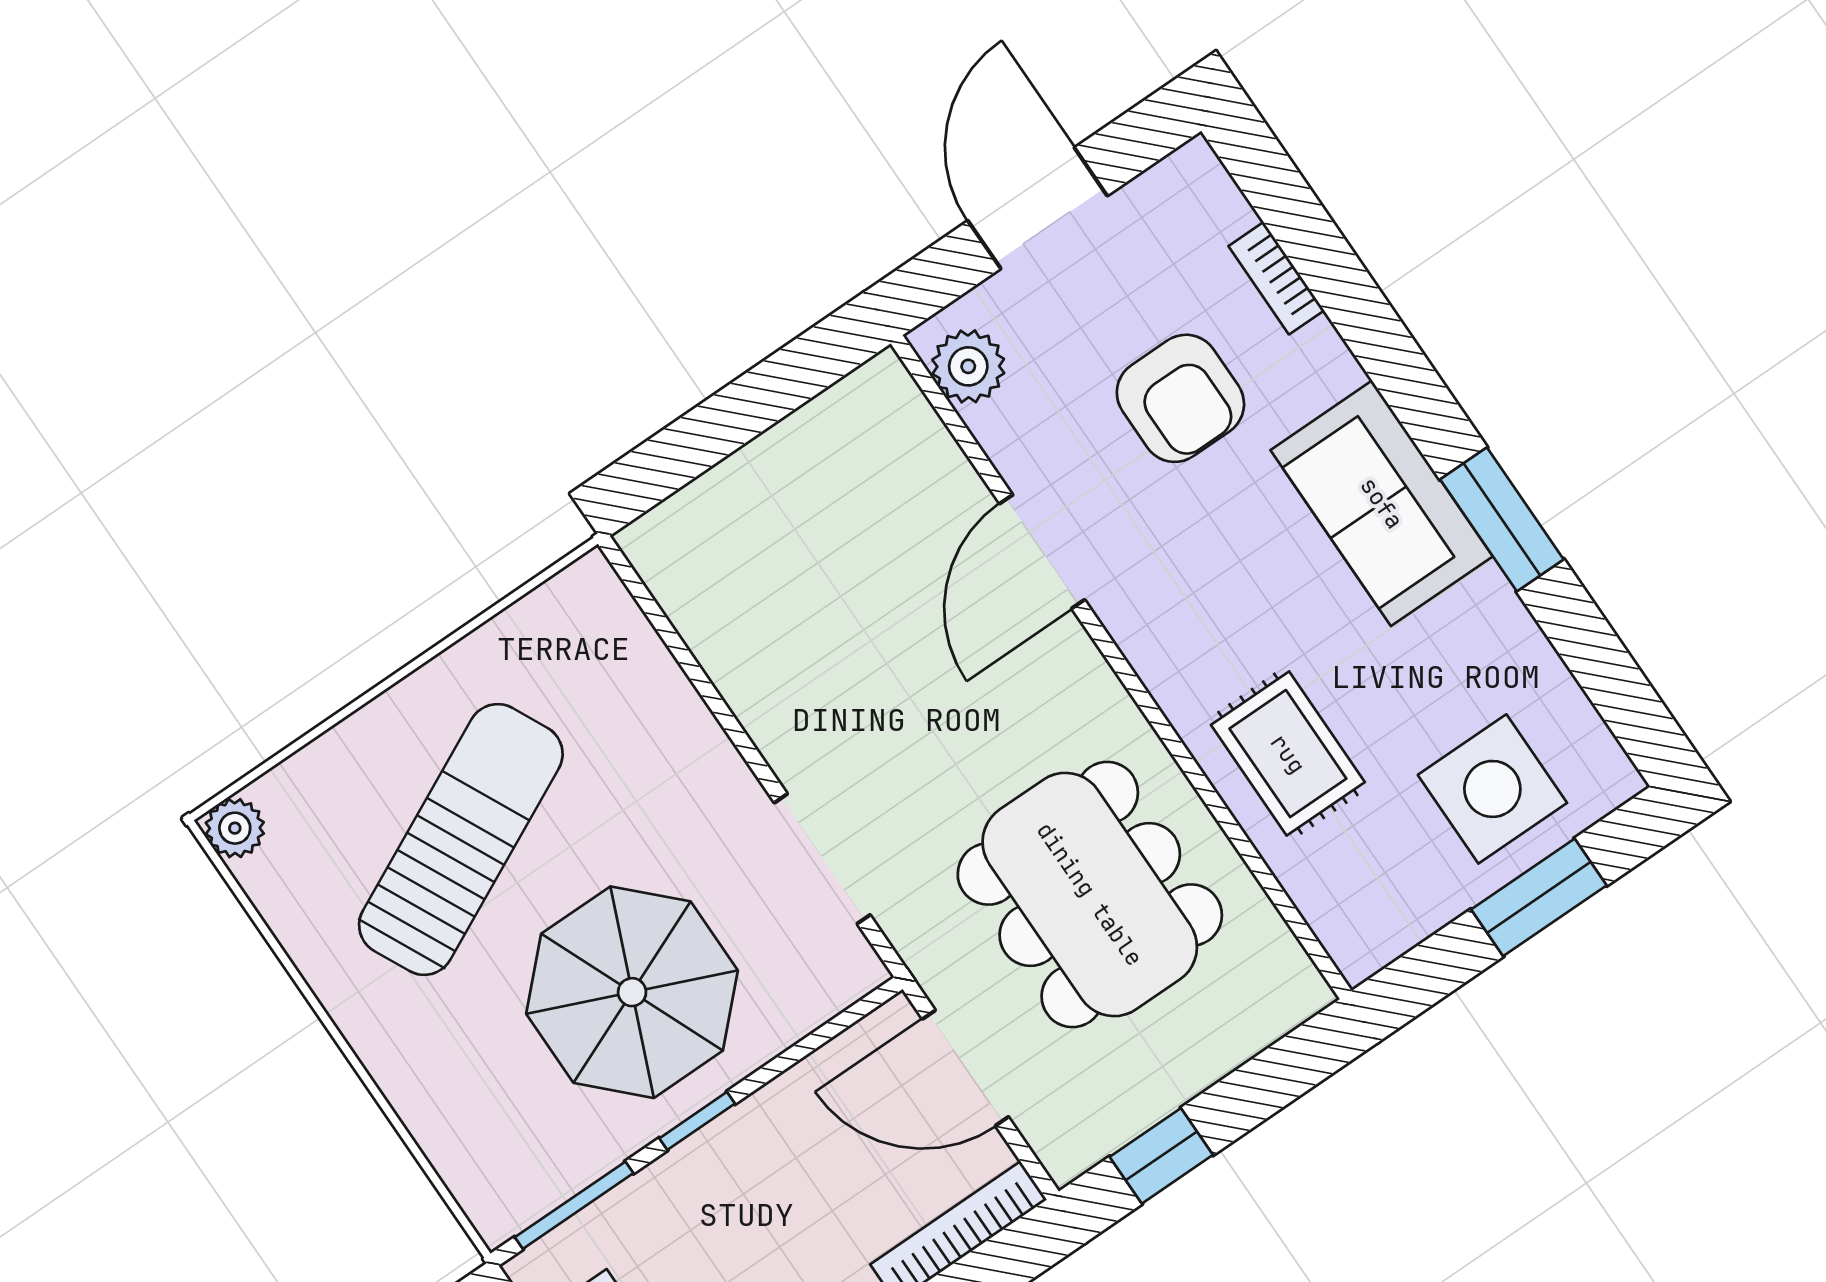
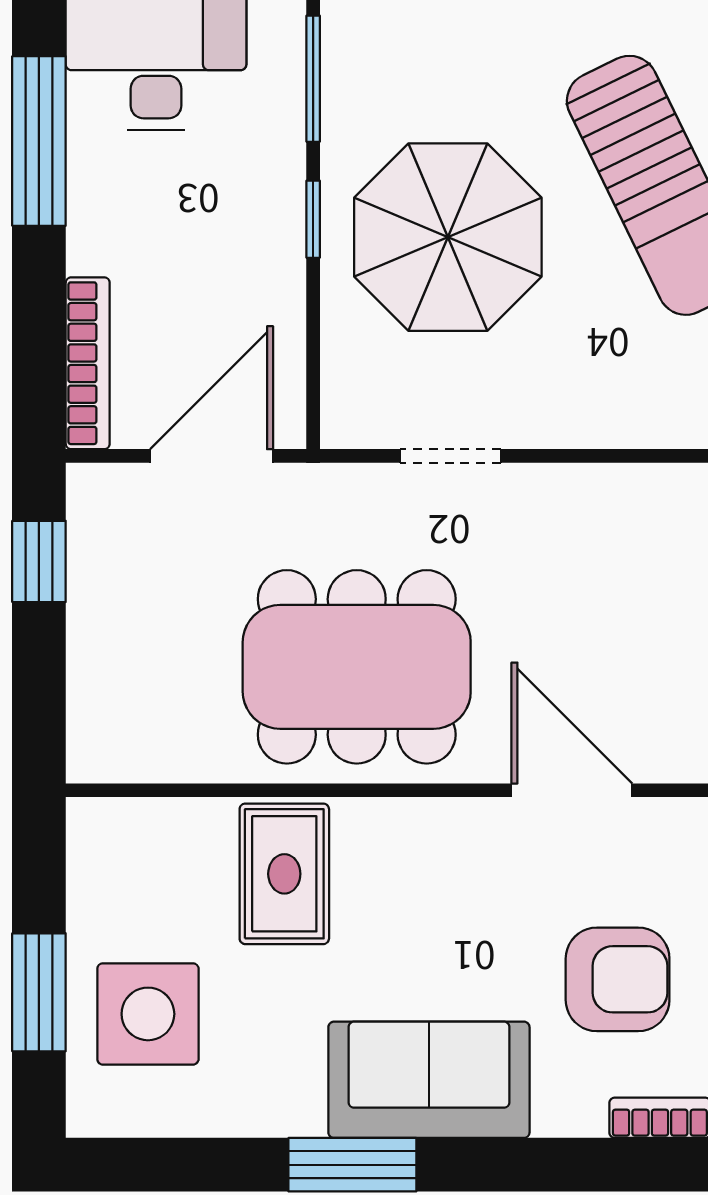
armchair: (1180, 398) -> (618, 979), turned 180
rug: (1288, 754) -> (284, 874), turned 90
doorway: (822, 859) -> (450, 456), width x0.73
dining table: (1090, 894) -> (357, 667), moved

